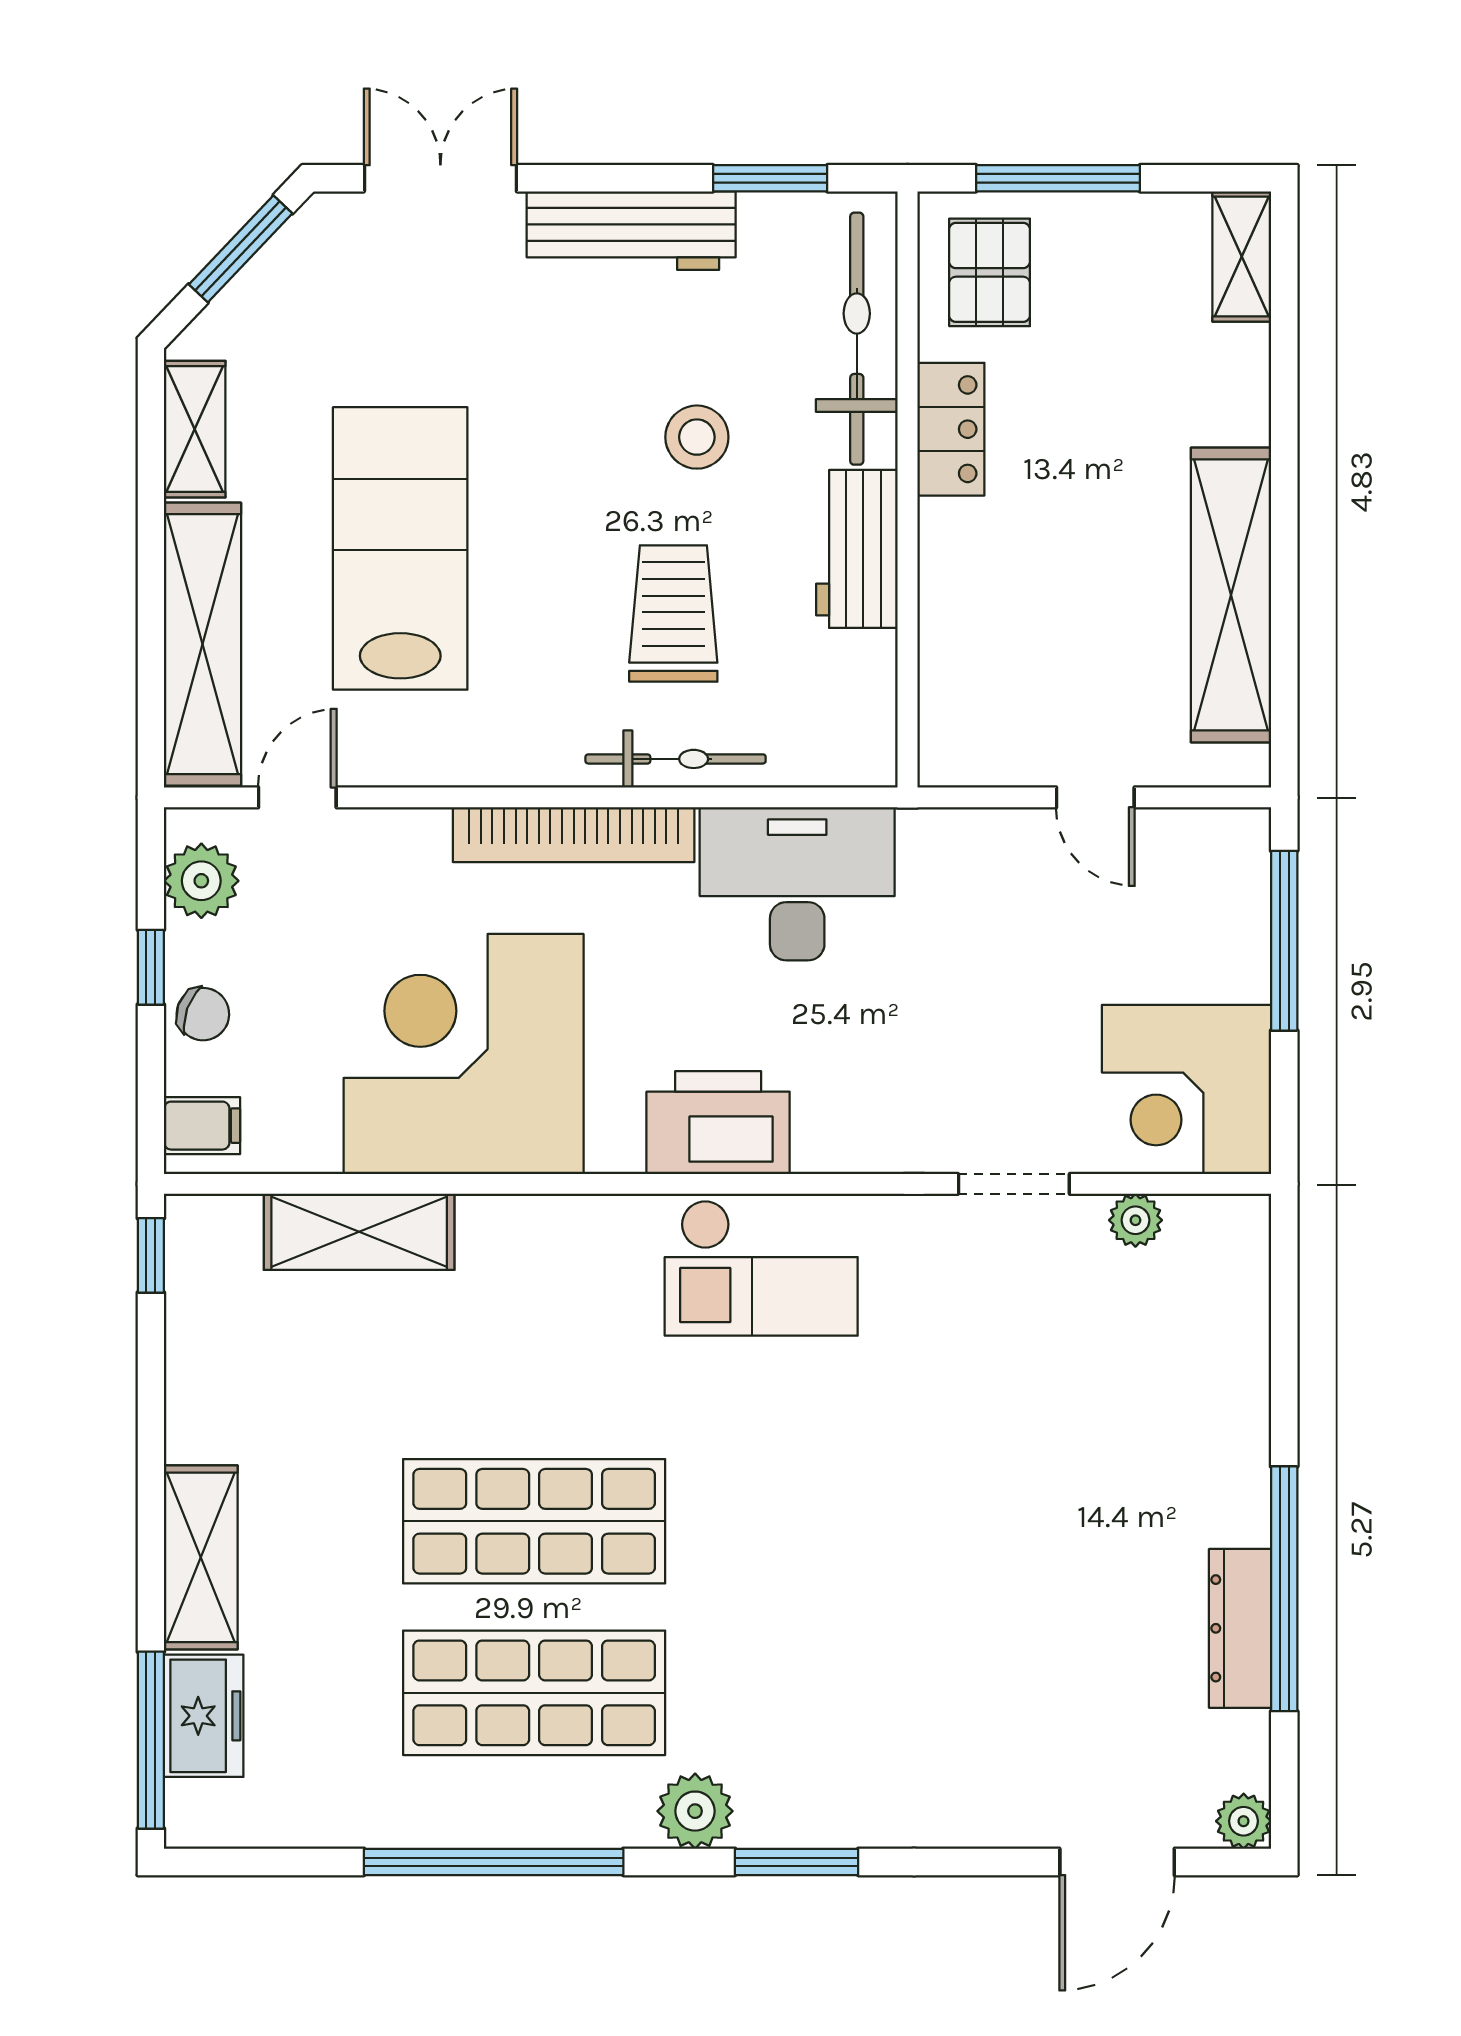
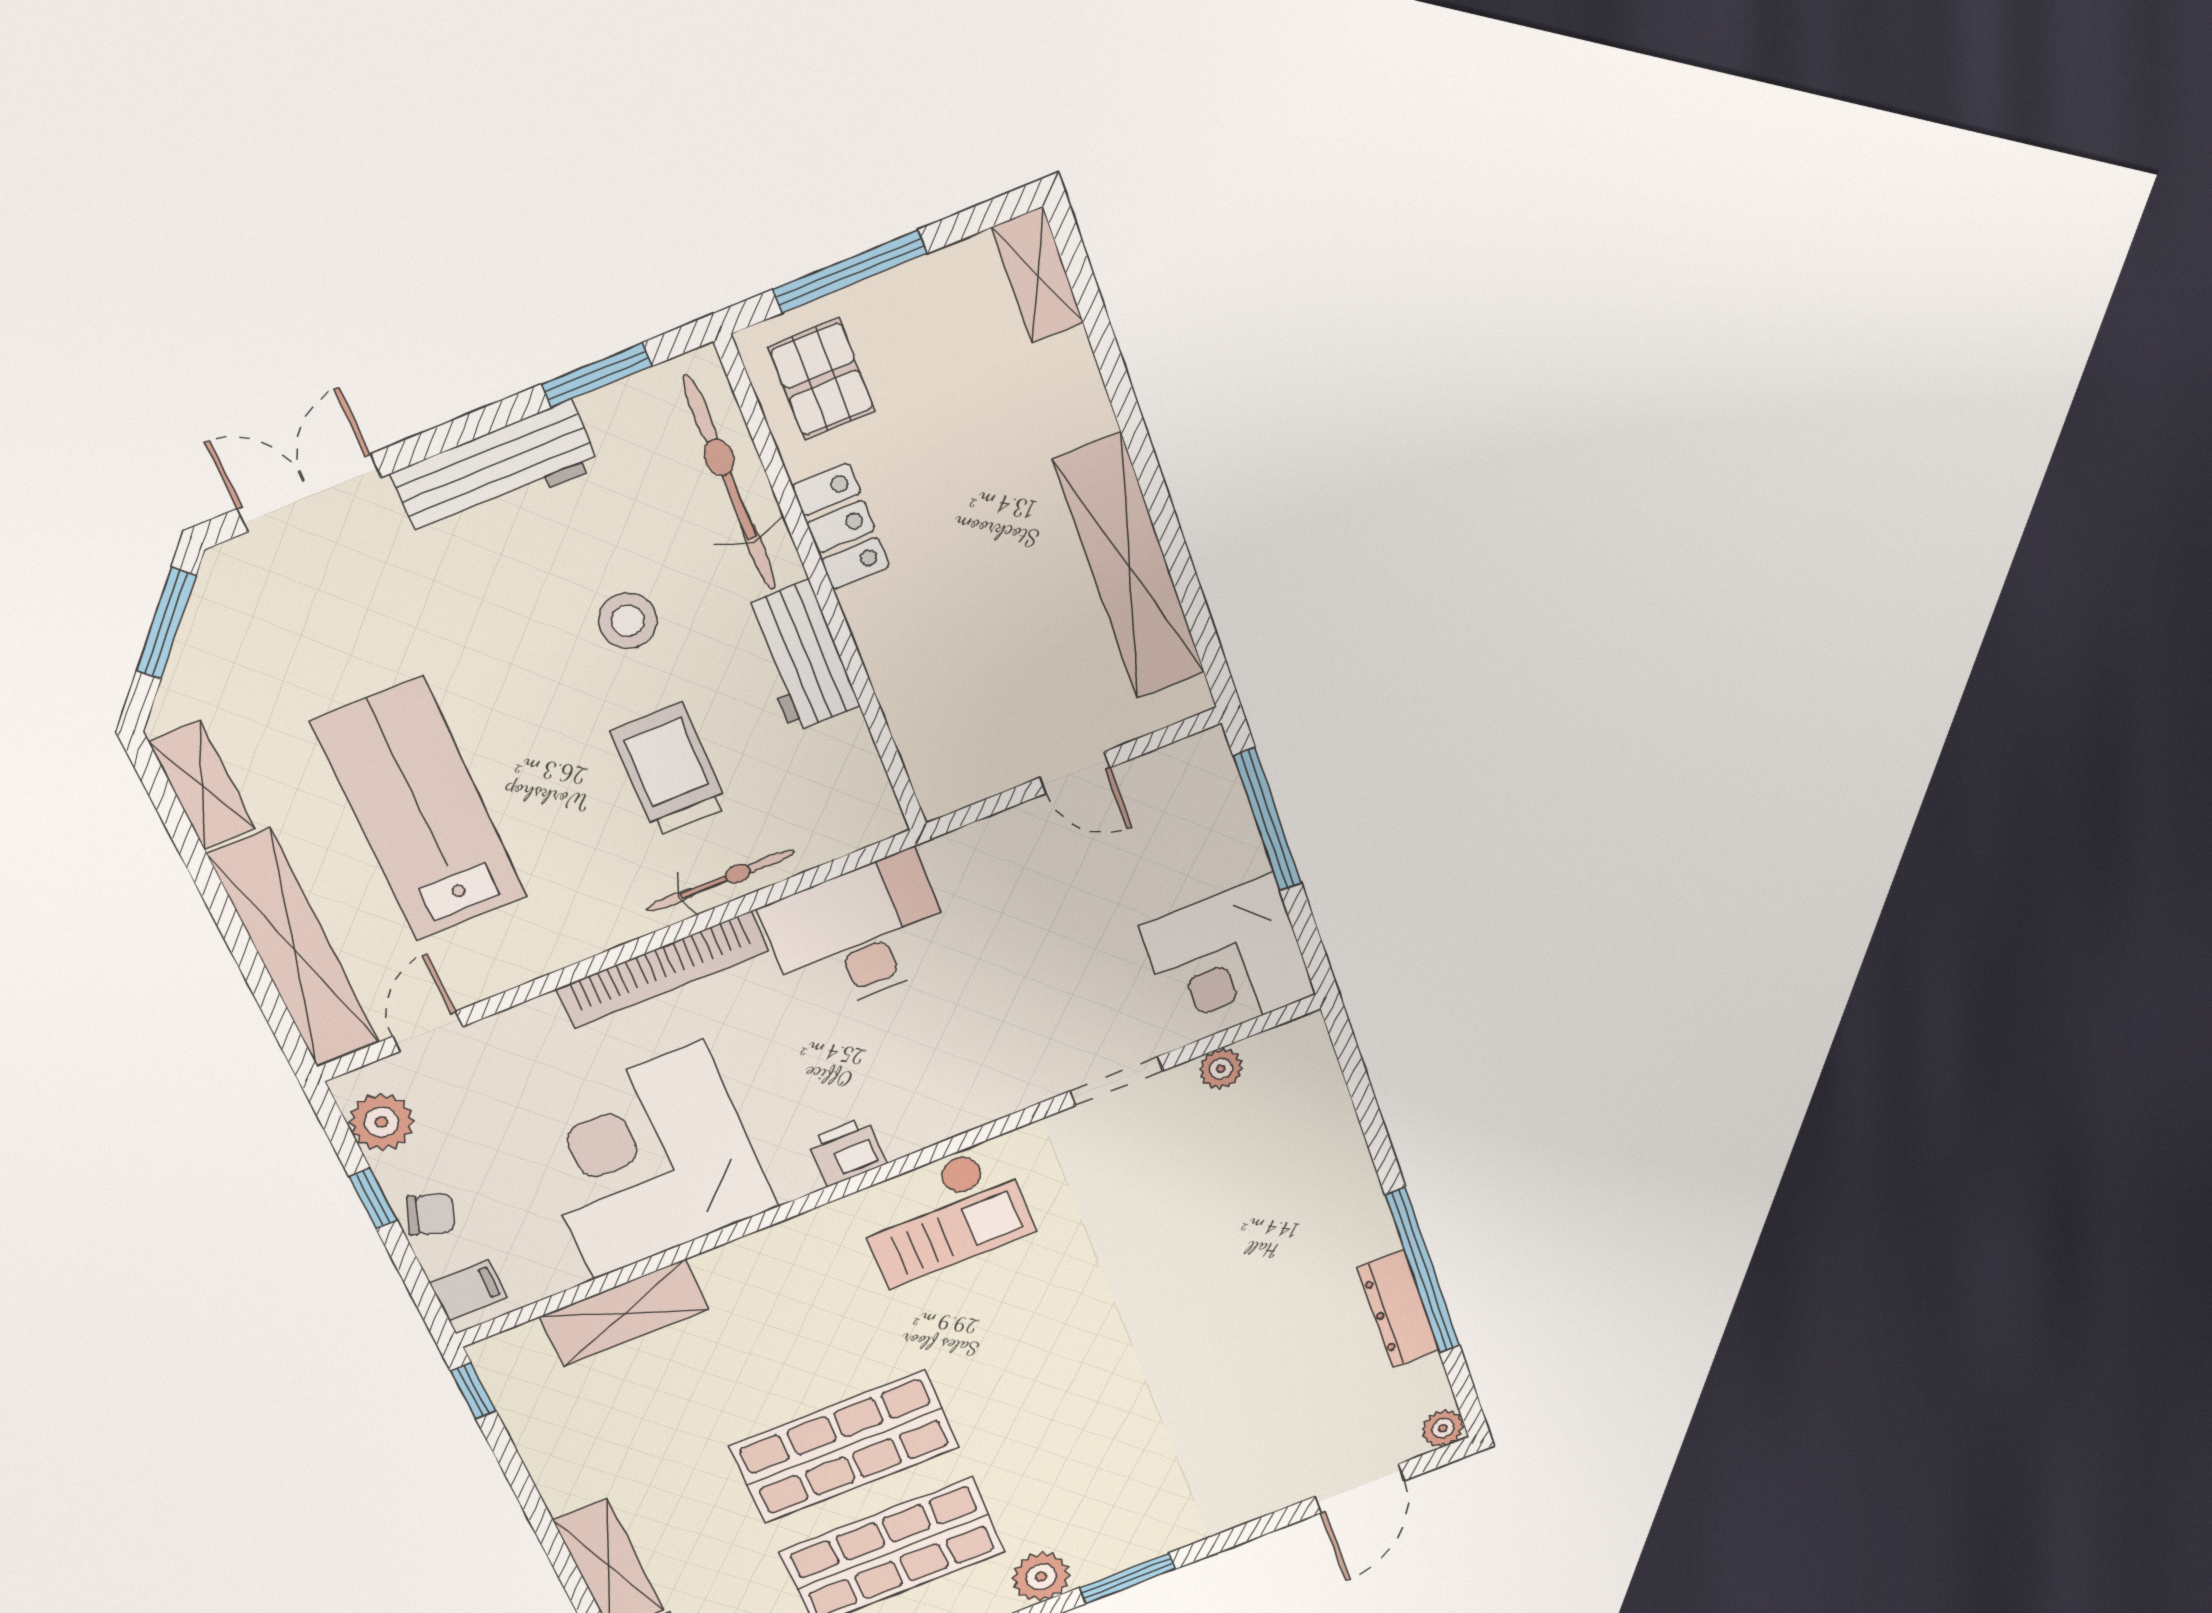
printer: (718, 1123) -> (847, 1152), width x0.53, depth x0.68

